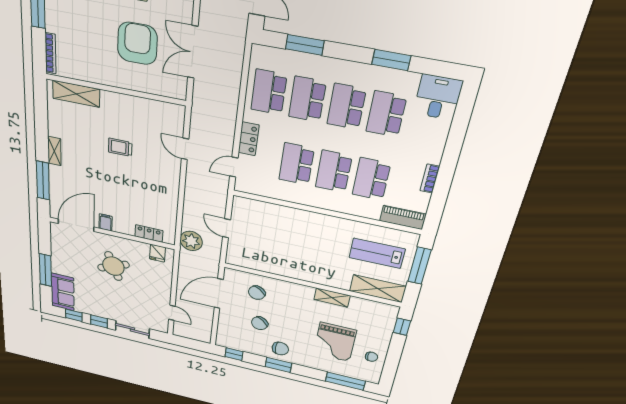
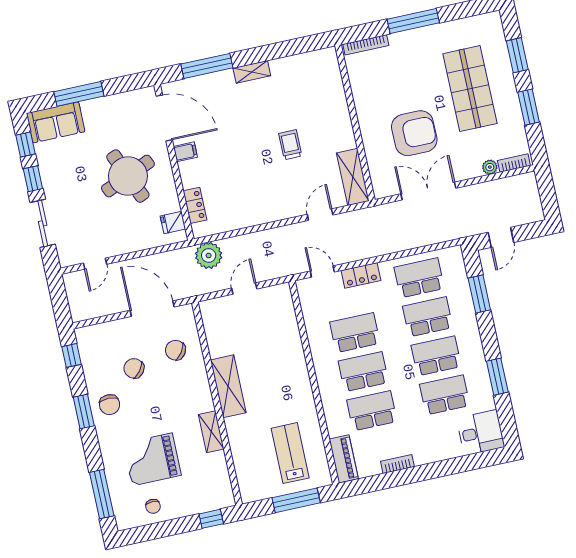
shelving: (76, 94) -> (353, 177), moved
round table: (113, 266) -> (128, 176), width x1.36, depth x1.36
shelving: (378, 289) -> (228, 386), moved

